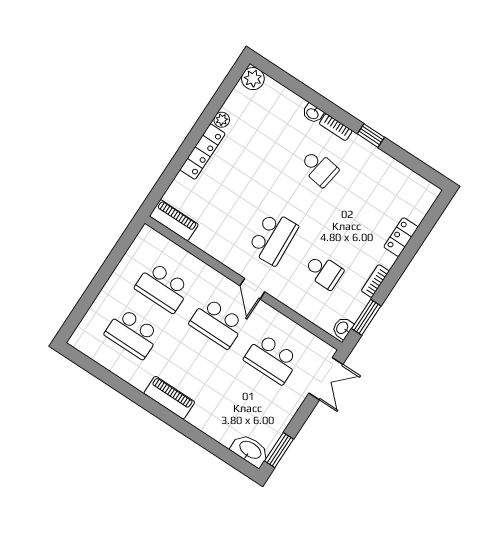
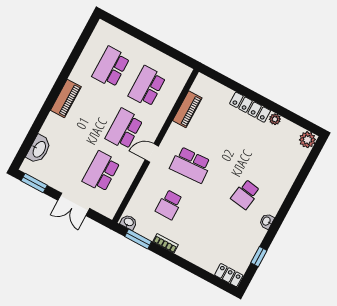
washbasin: (313, 113) -> (267, 221), moved
bookcase: (336, 127) -> (277, 204), removed
window: (371, 136) -> (259, 257), moved
piano: (174, 220) -> (187, 109), moved
locker: (401, 237) -> (229, 275), moved
double door: (326, 379) -> (74, 204), moved
washbasin: (250, 450) -> (39, 149), moved

